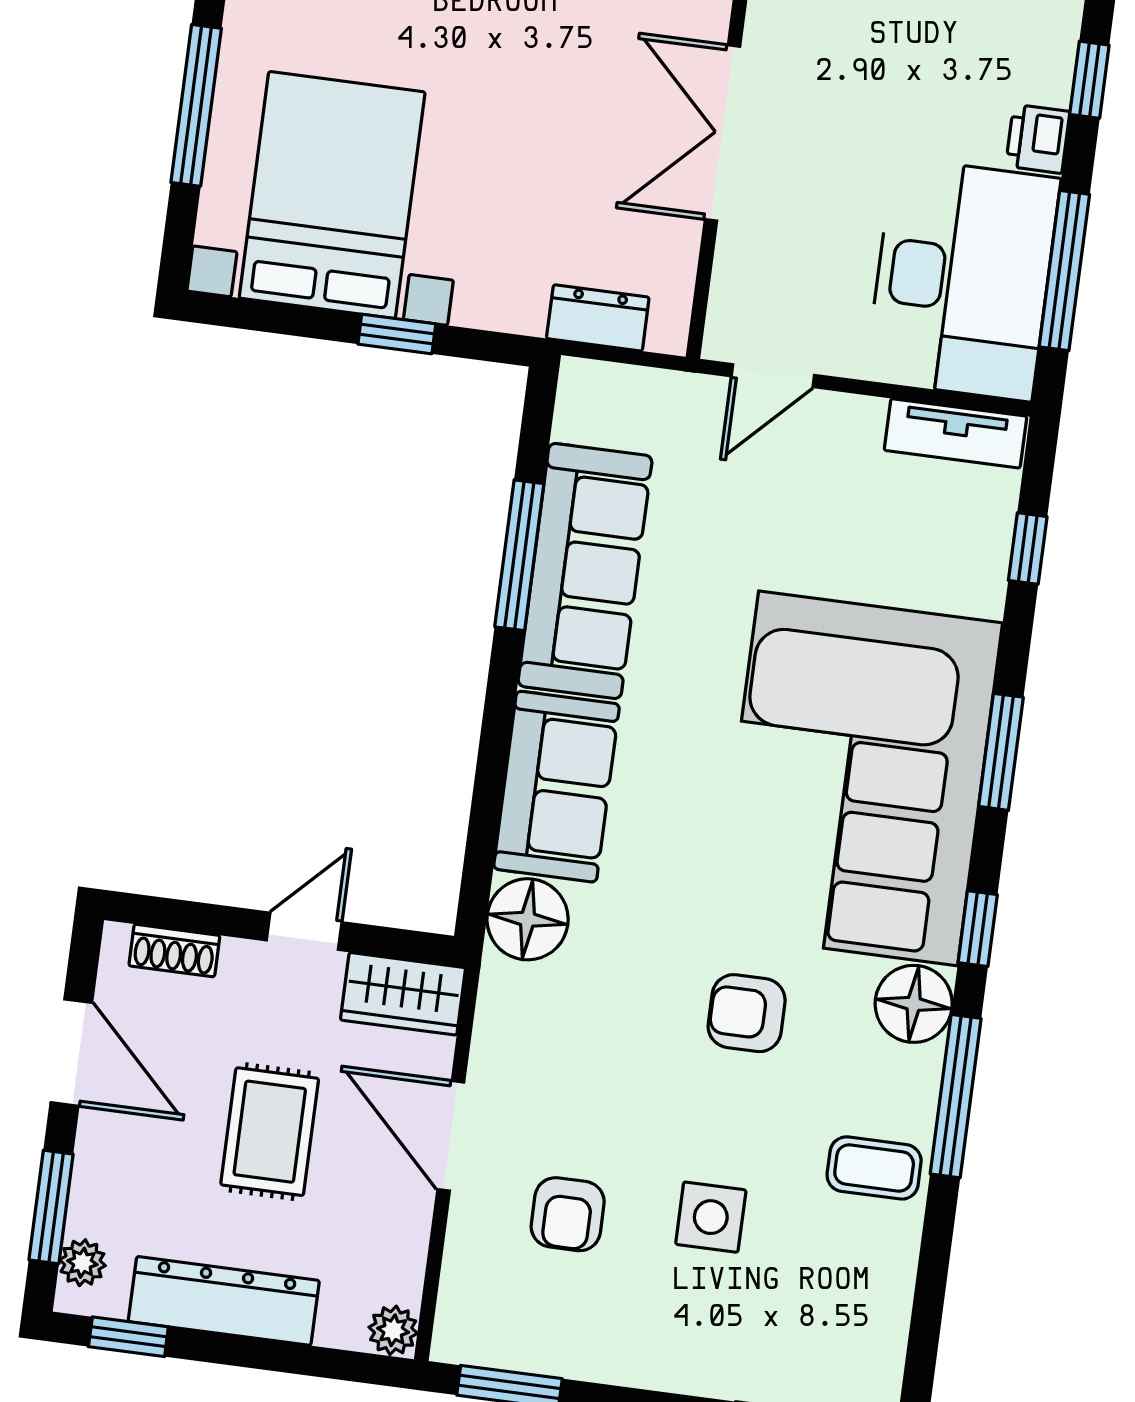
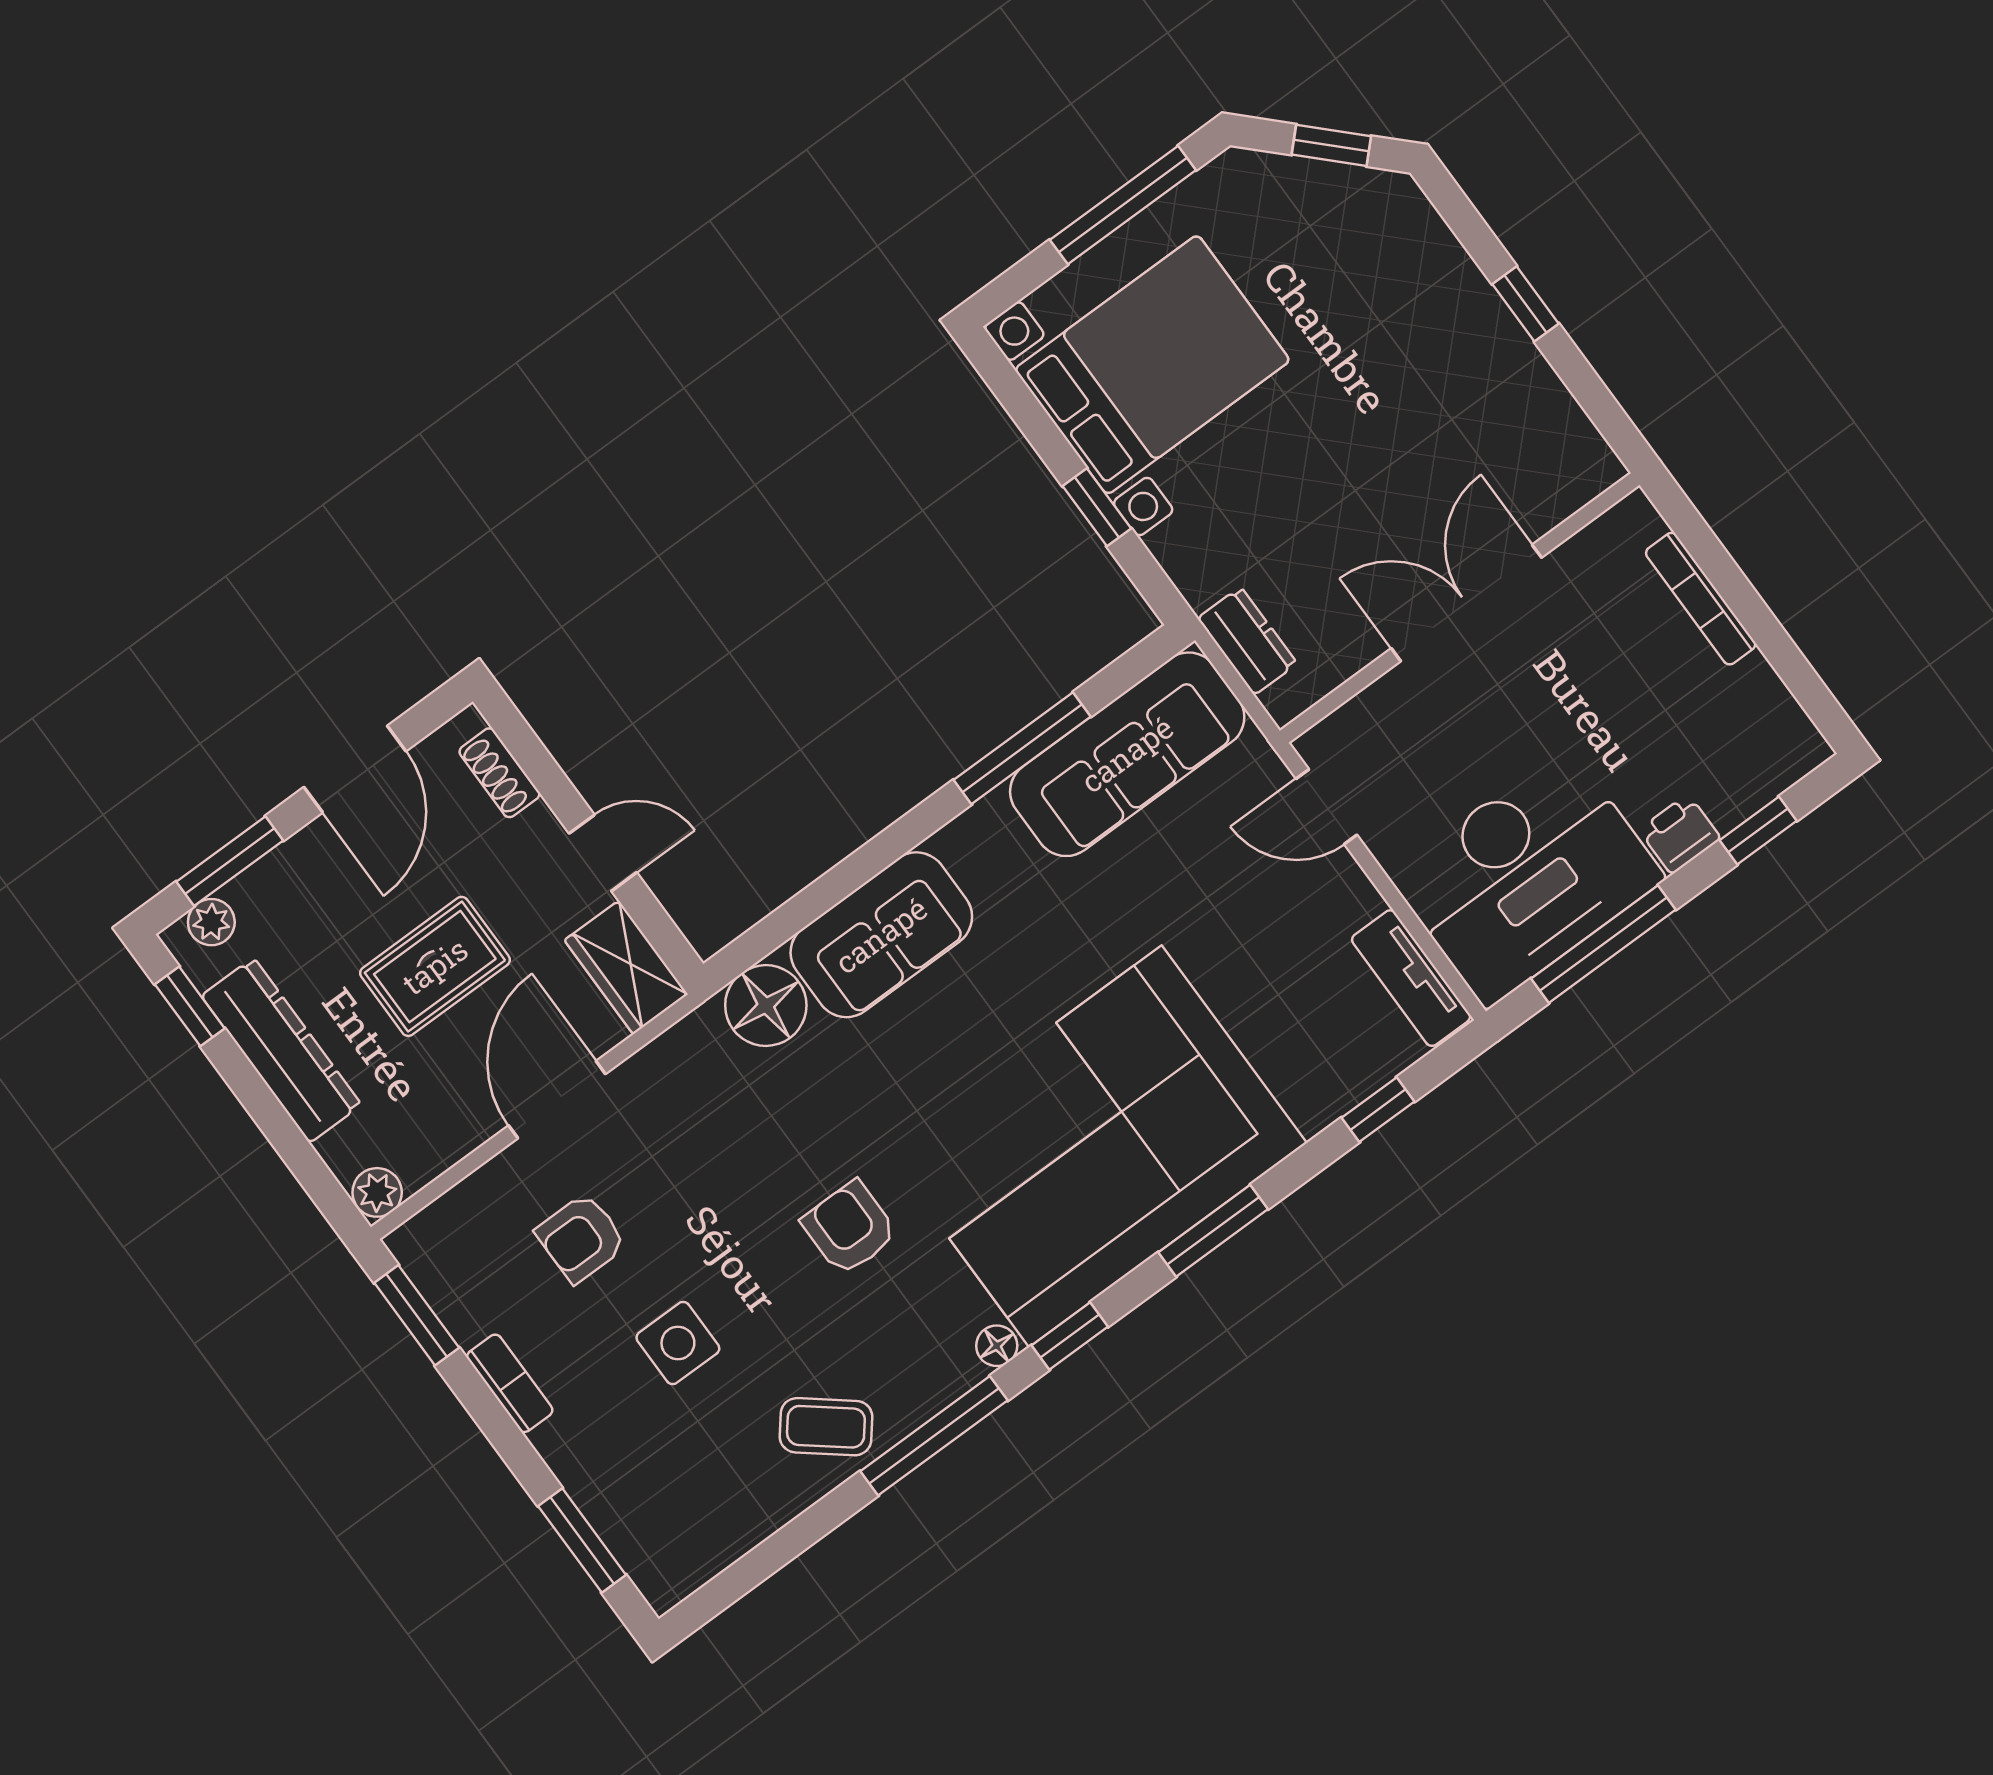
sofa: (585, 571) -> (1127, 754), moved
floor lamp: (914, 1004) -> (997, 1346), width x0.53, depth x0.53
coffee table: (874, 1168) -> (826, 1427), turned -51
bookcase: (623, 1367) -> (510, 1383), added

